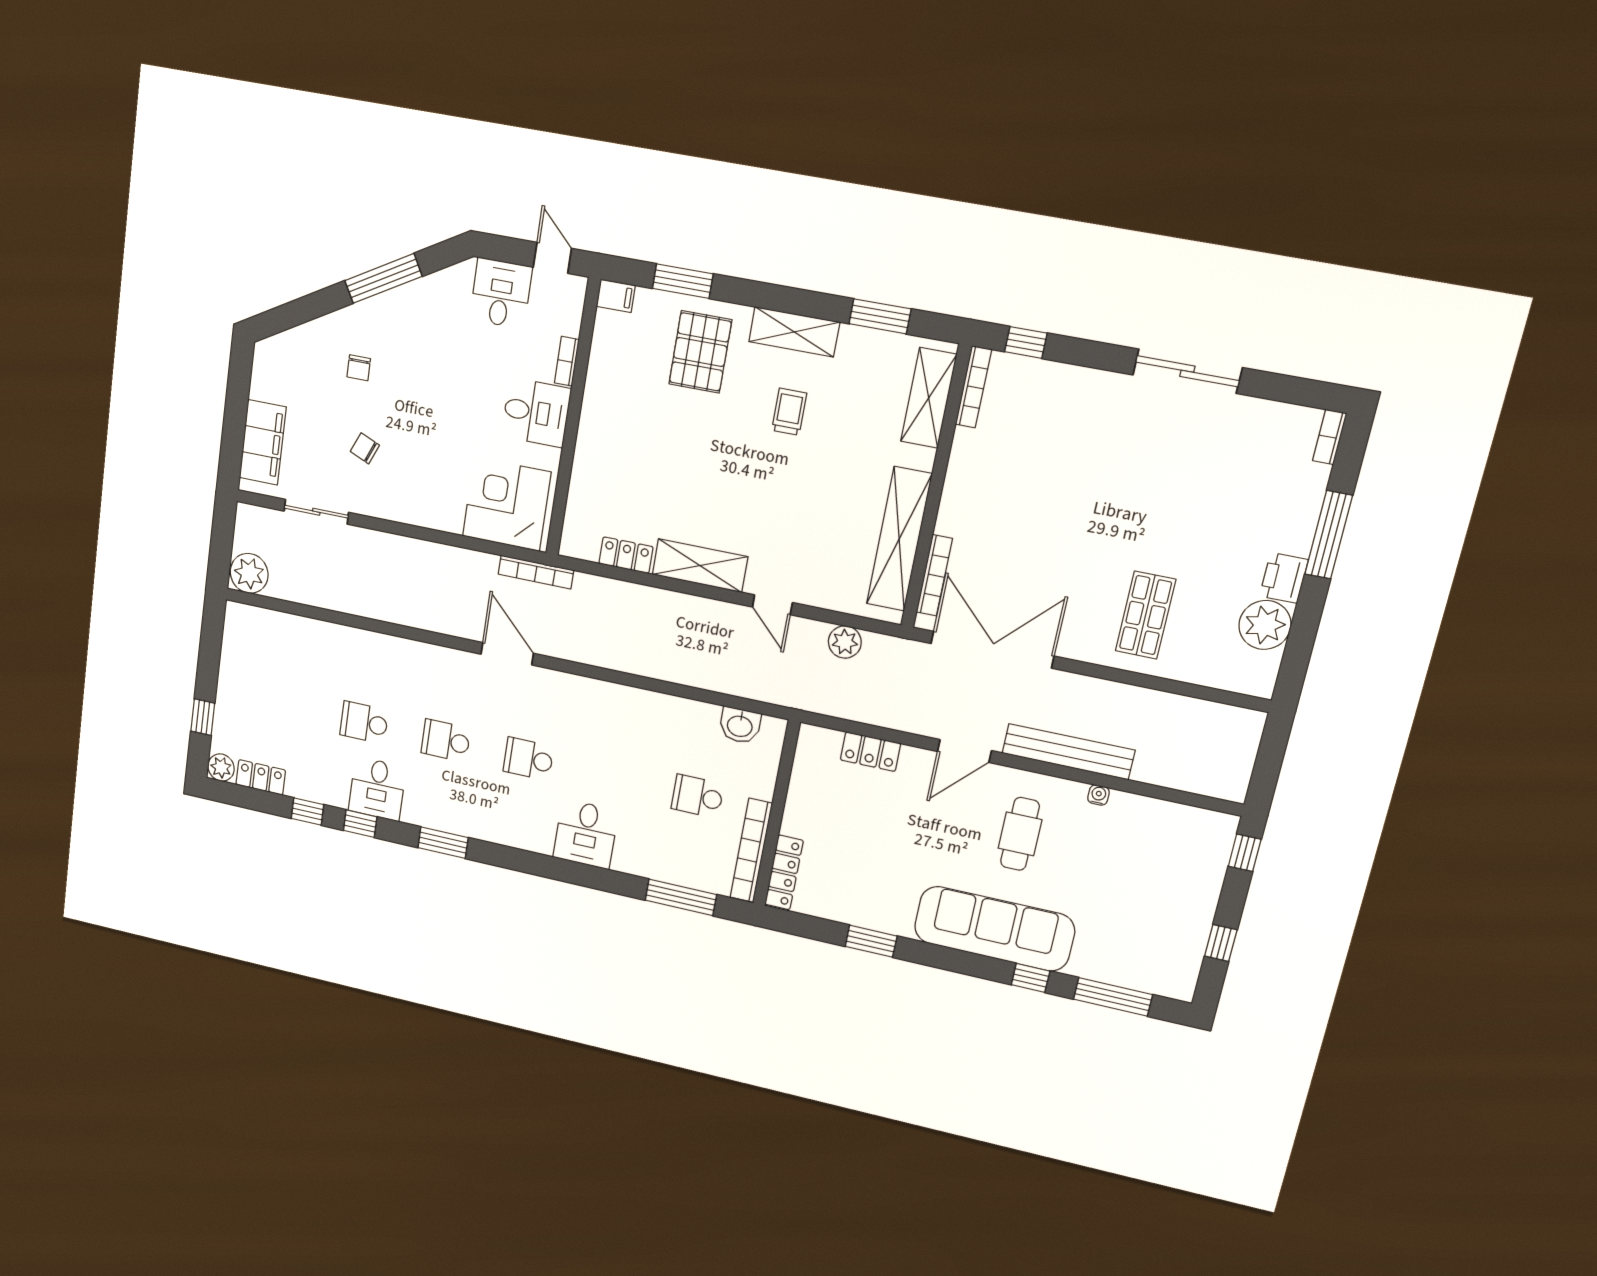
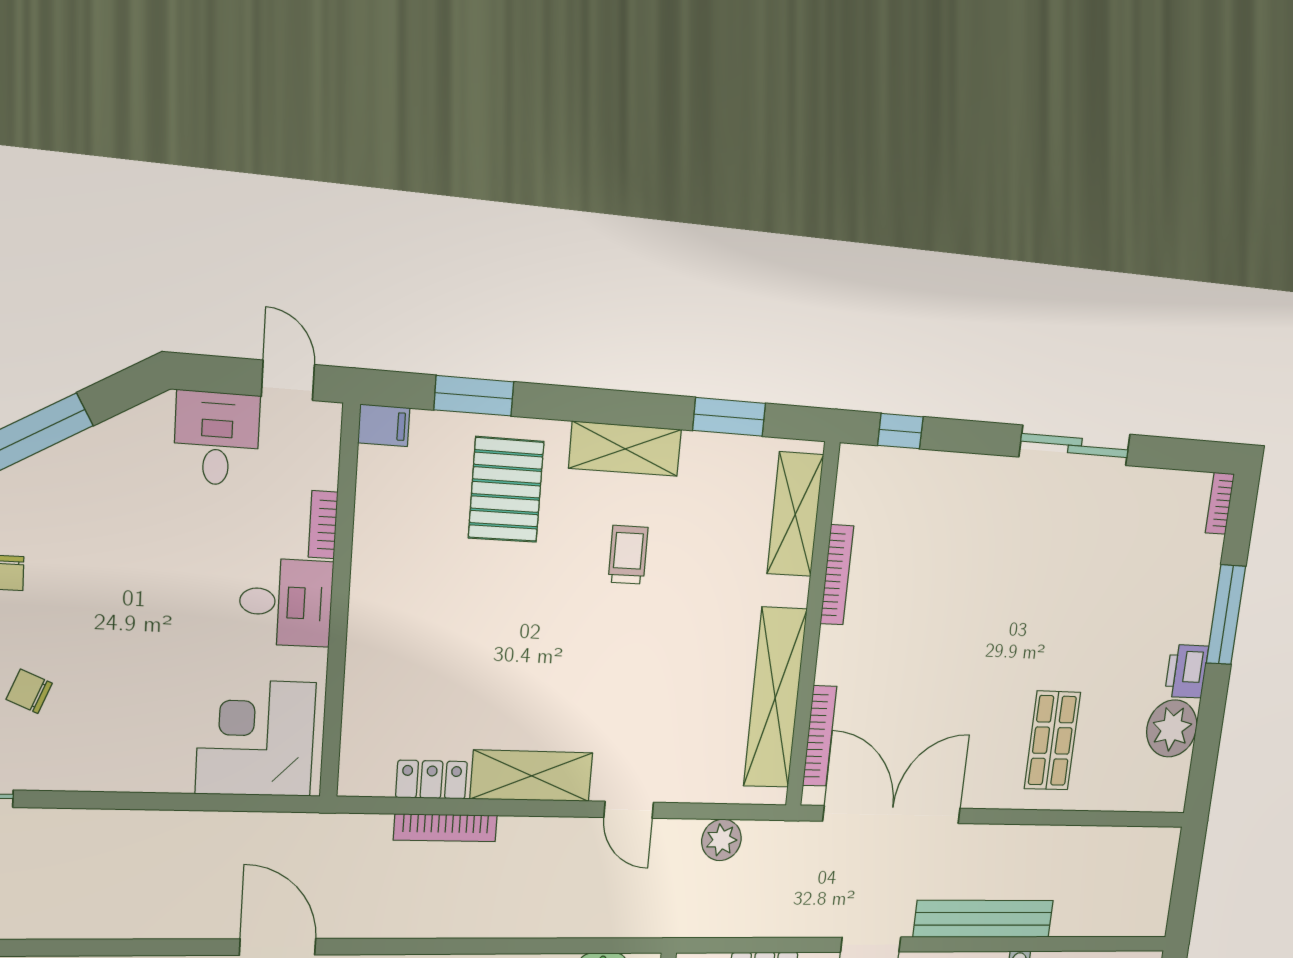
bookcase: (973, 387) -> (837, 575), moved
bookcase: (536, 572) -> (445, 828), moved

